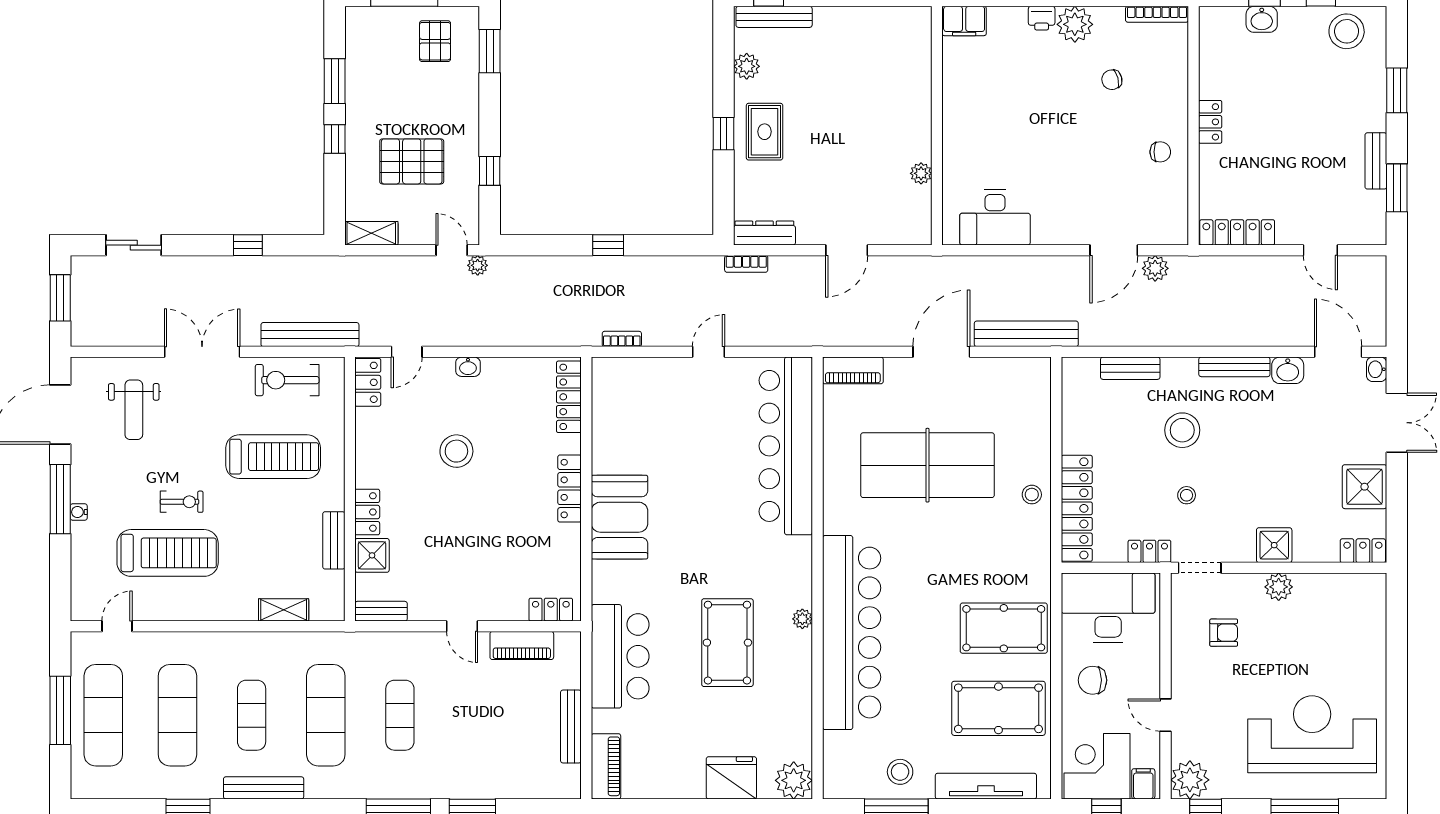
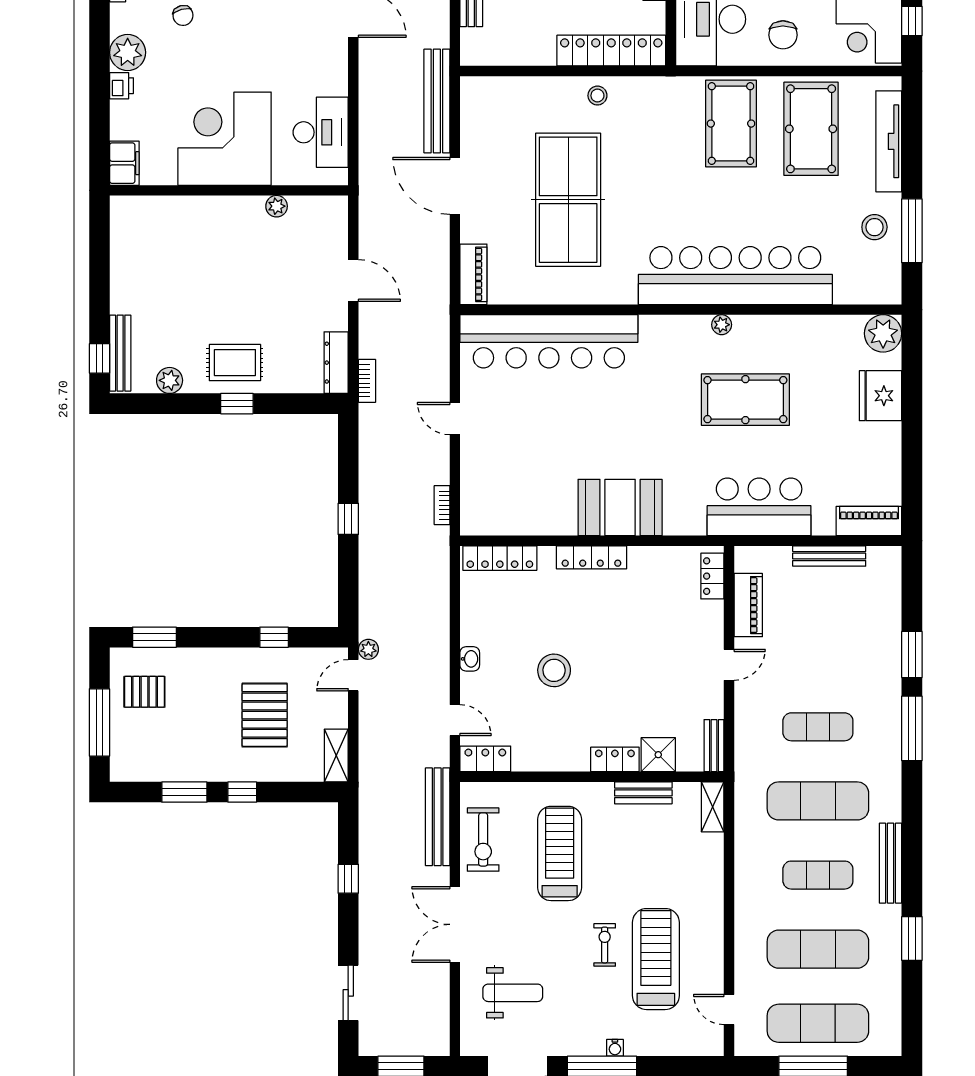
corner desk: (989, 121) -> (225, 139), added
shelving: (284, 610) -> (713, 807), moved

